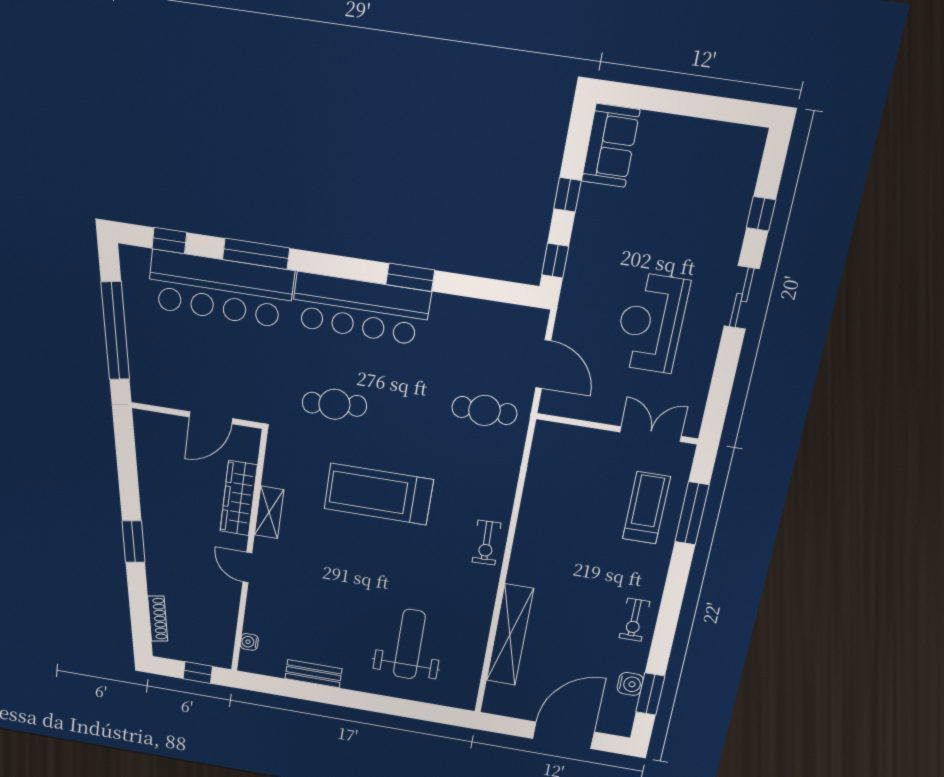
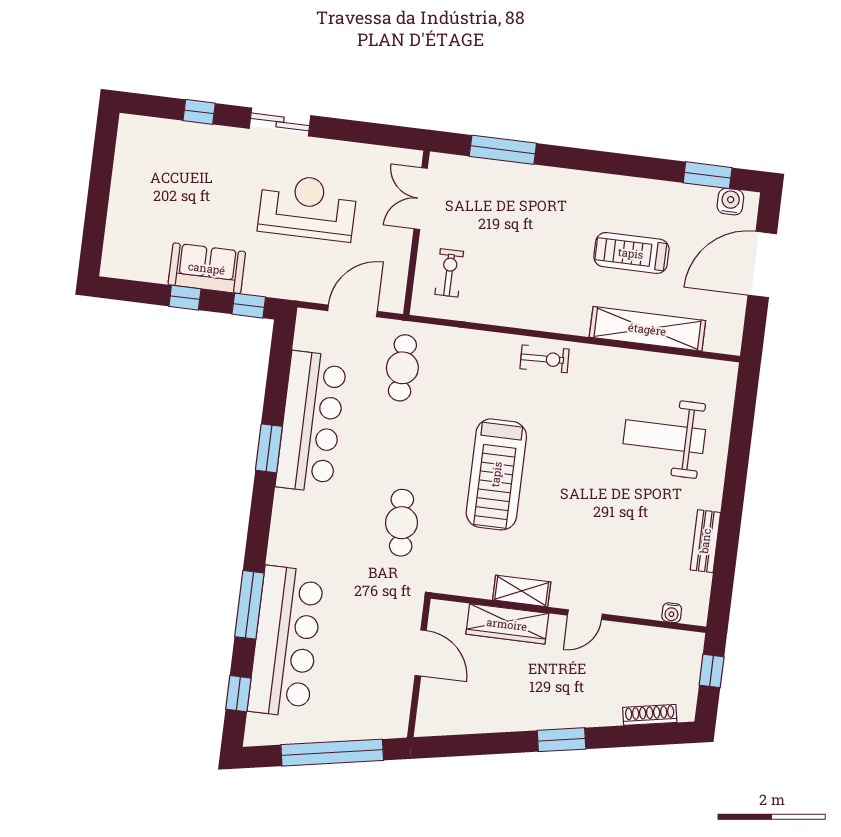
sofa: (611, 146) -> (207, 268), moved
bar counter: (360, 309) -> (311, 422), moved
reception desk: (651, 323) -> (307, 207), turned 180
treadmill: (646, 508) -> (631, 253), moved
exercise bike: (634, 620) -> (449, 273), moved, turned -90
water cooler: (630, 684) -> (730, 202), moved
door: (563, 735) -> (762, 264), hinge flipped

